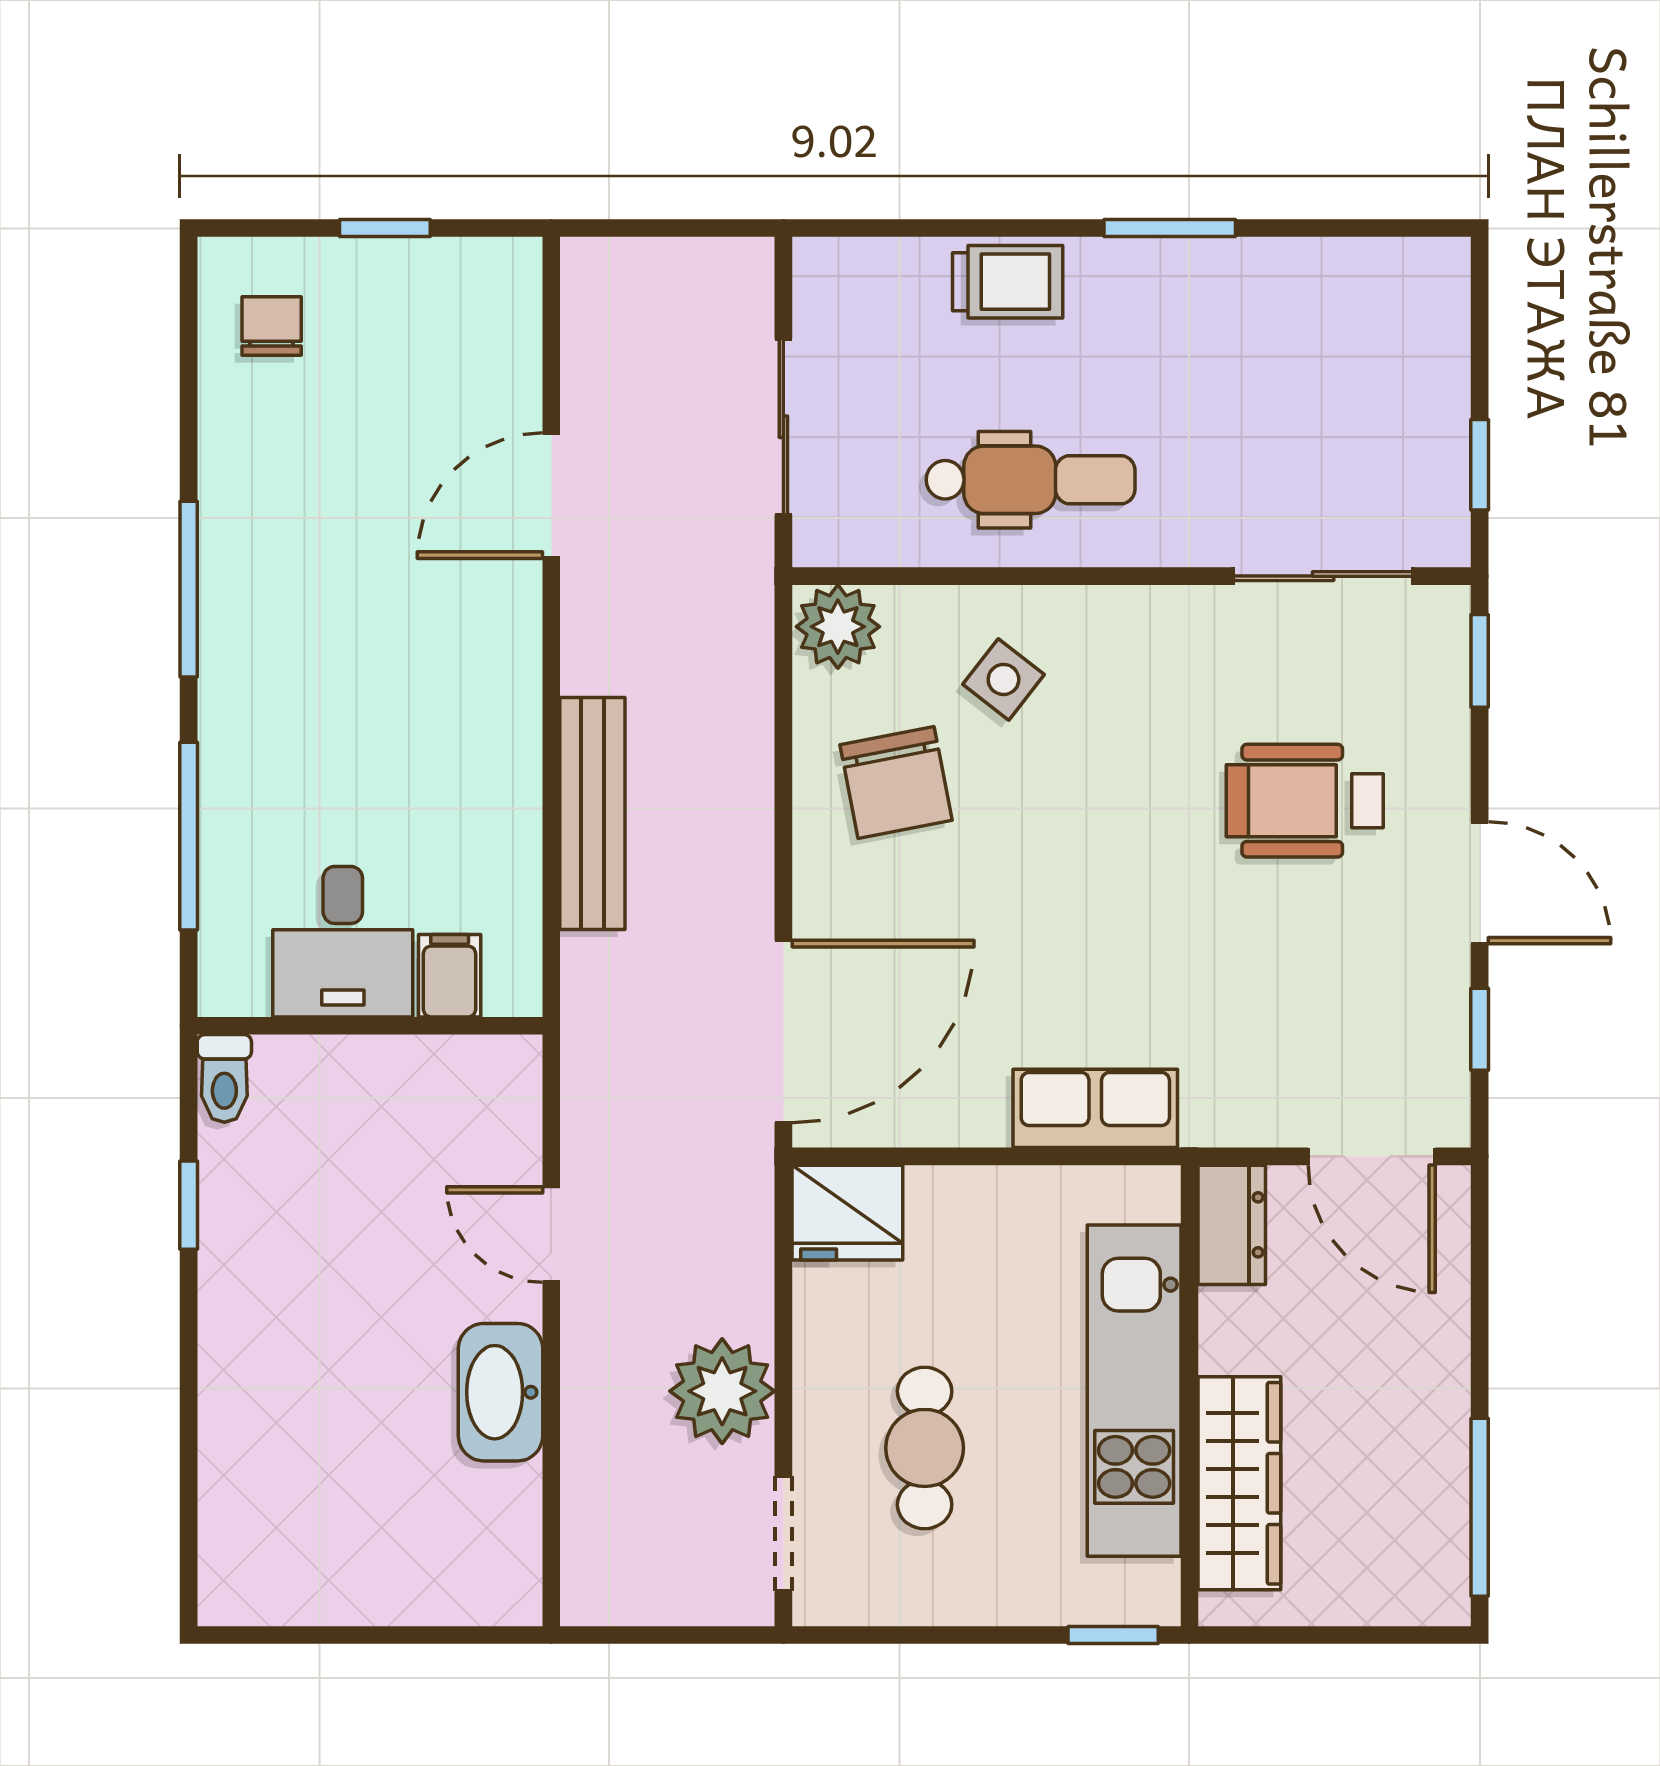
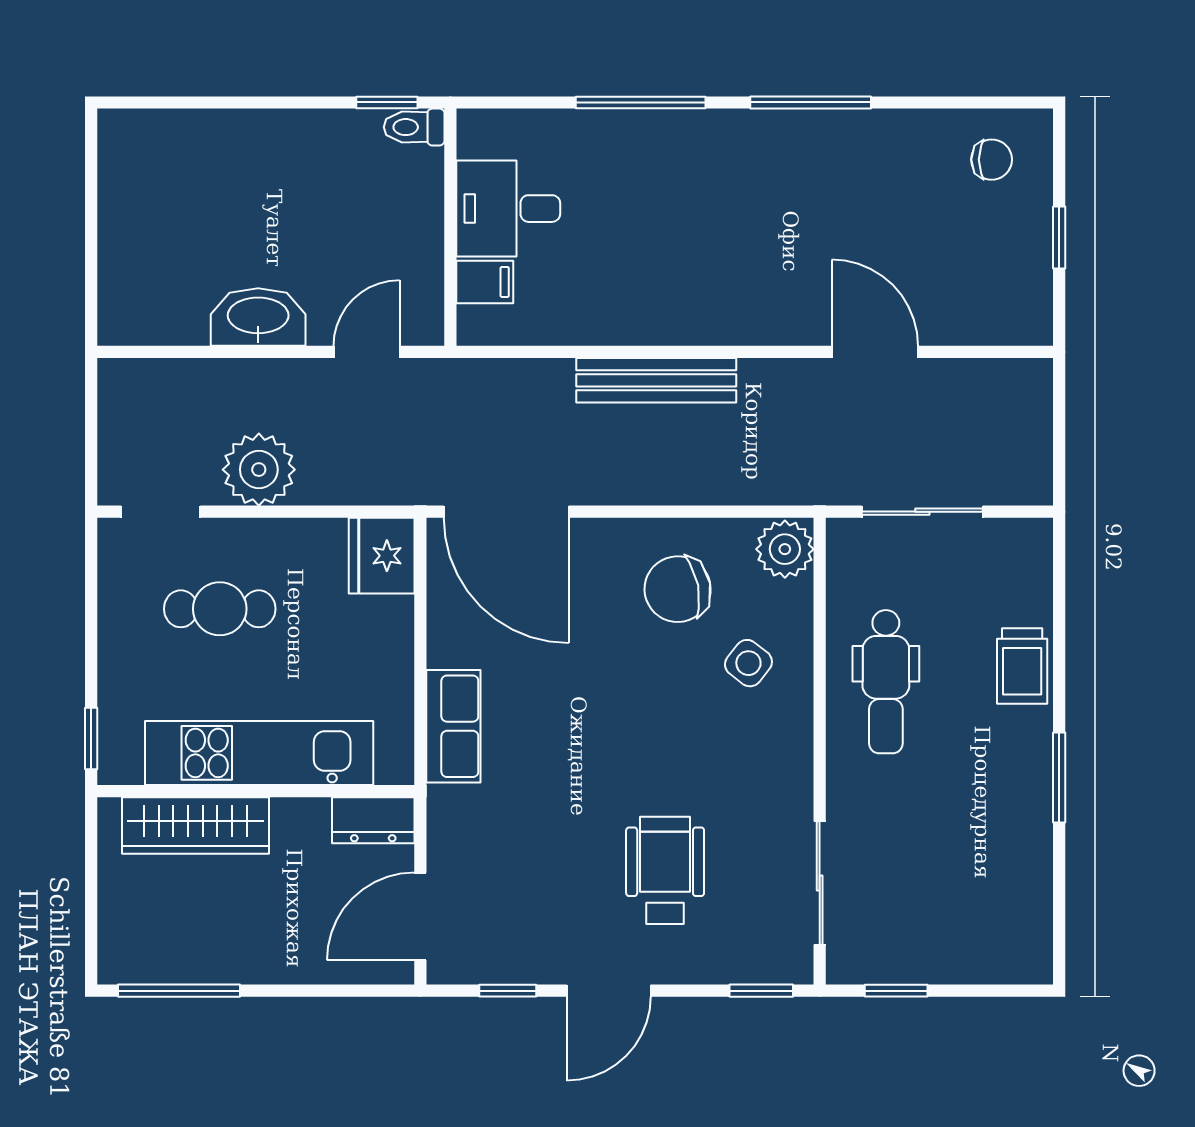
desk: (343, 942) -> (508, 209), moved
filing cabinet: (450, 976) -> (485, 282), moved
wall: (370, 1026) -> (450, 227), moved
toilet: (224, 1078) -> (414, 127), moved

